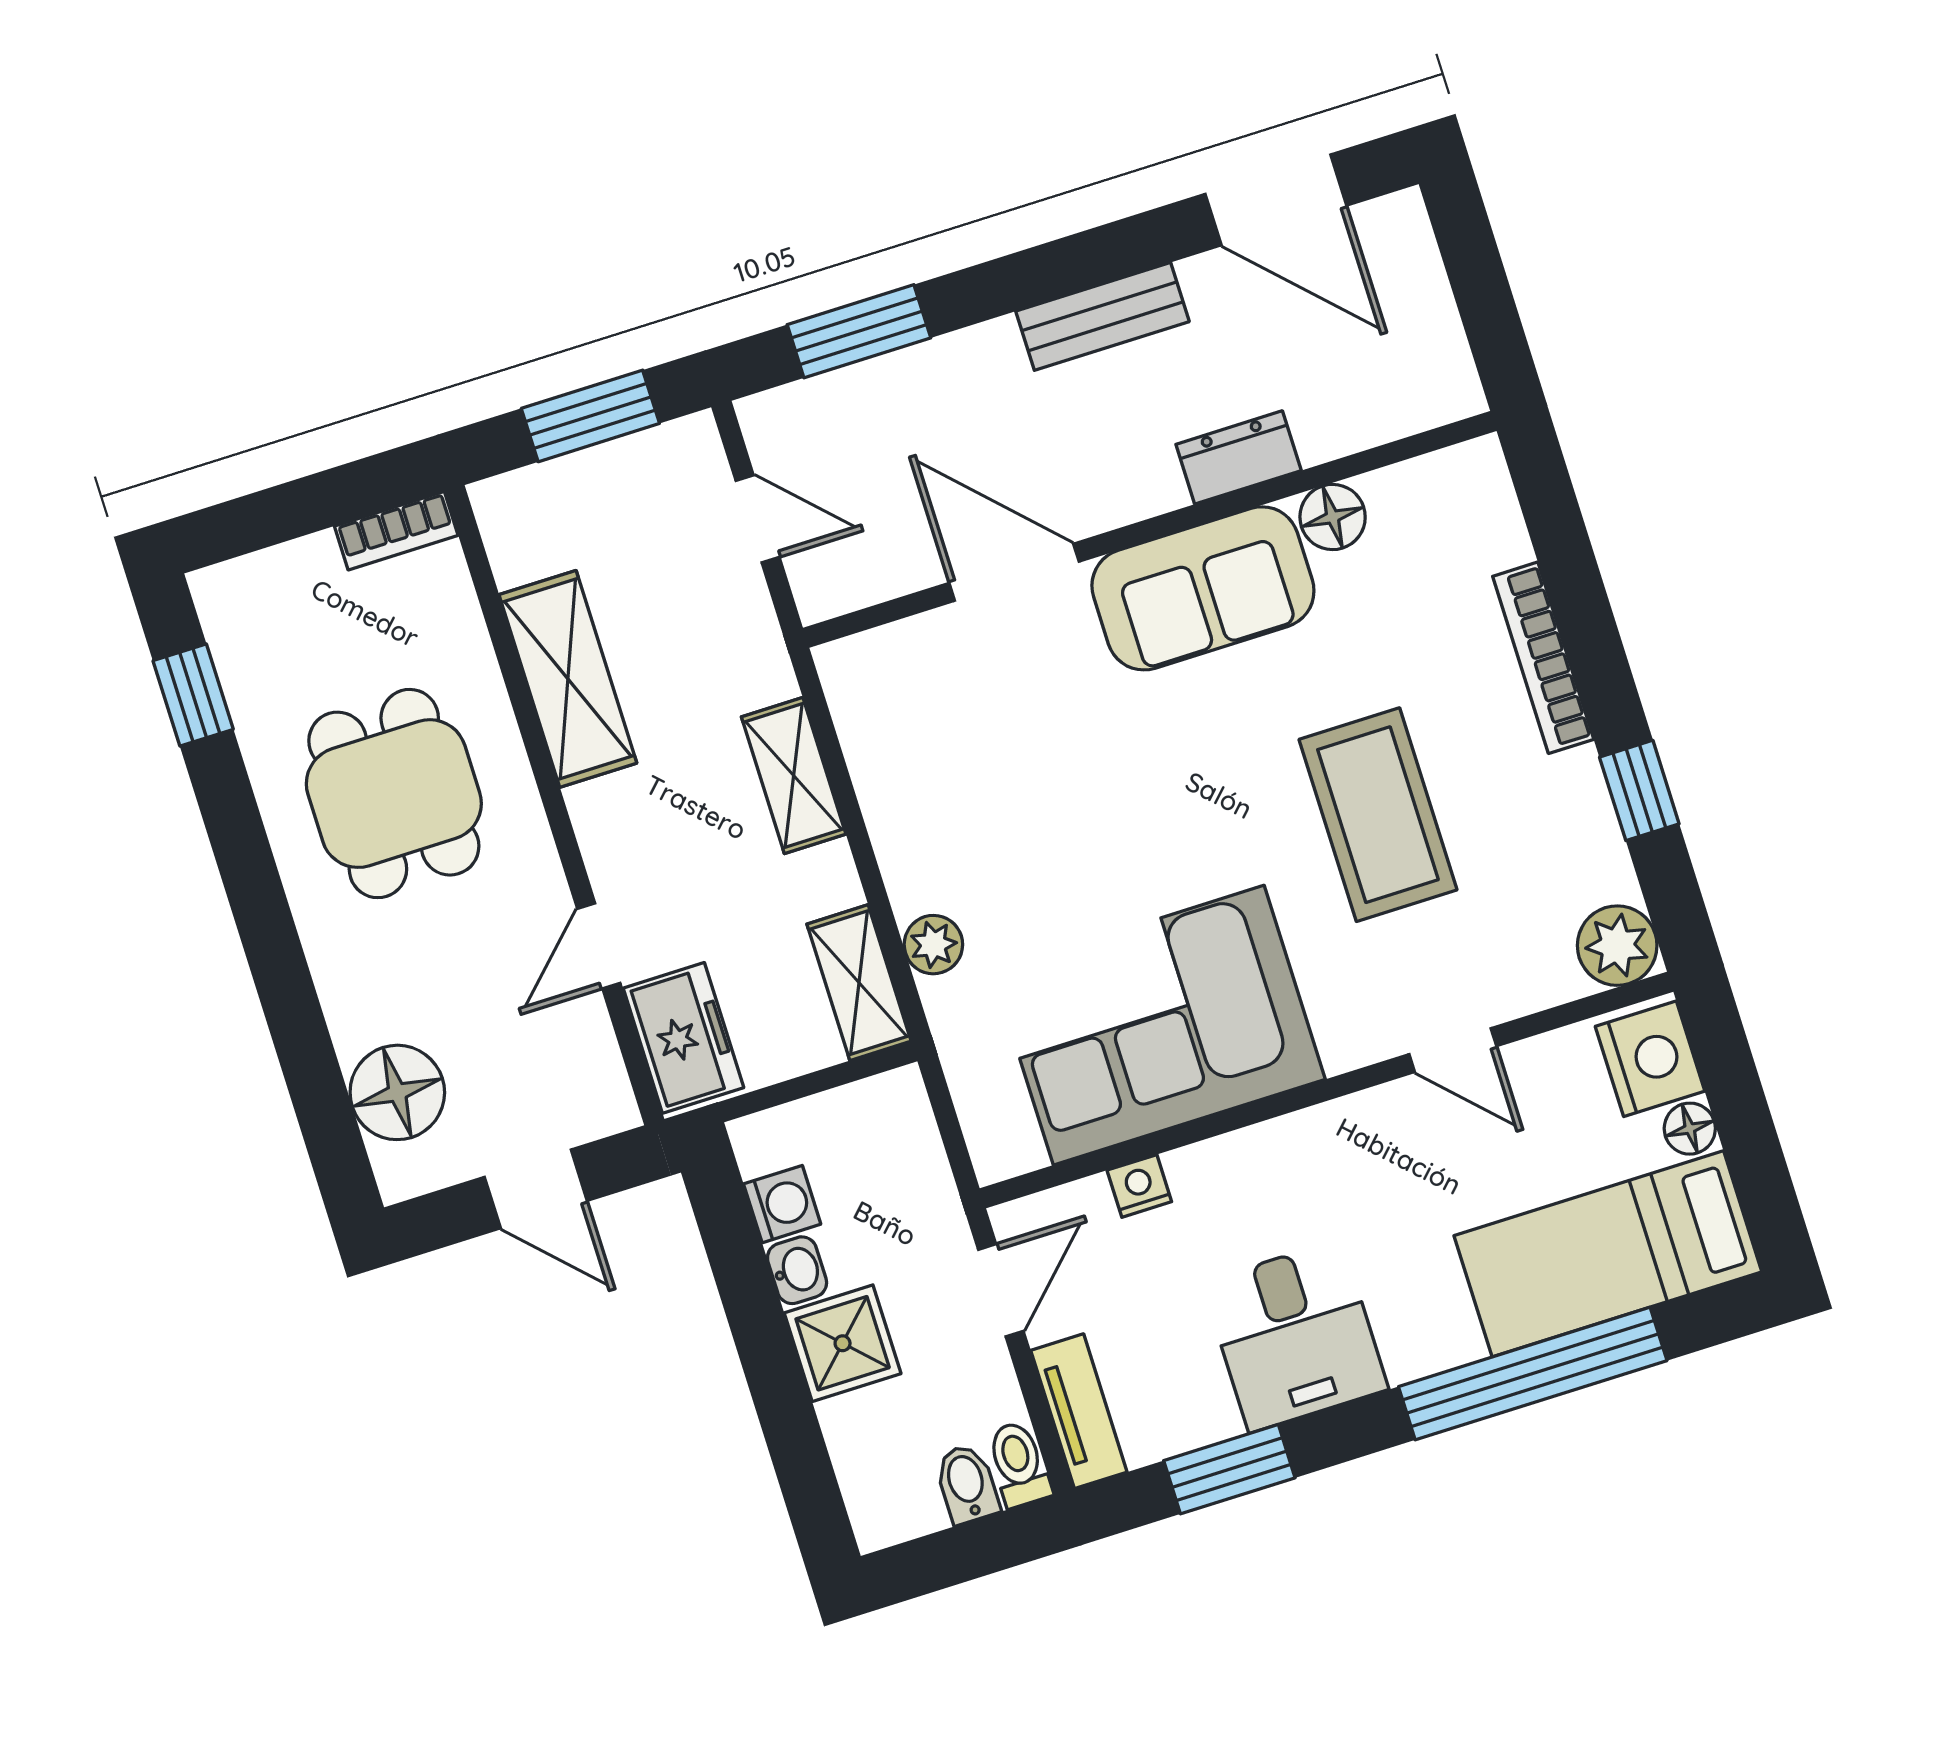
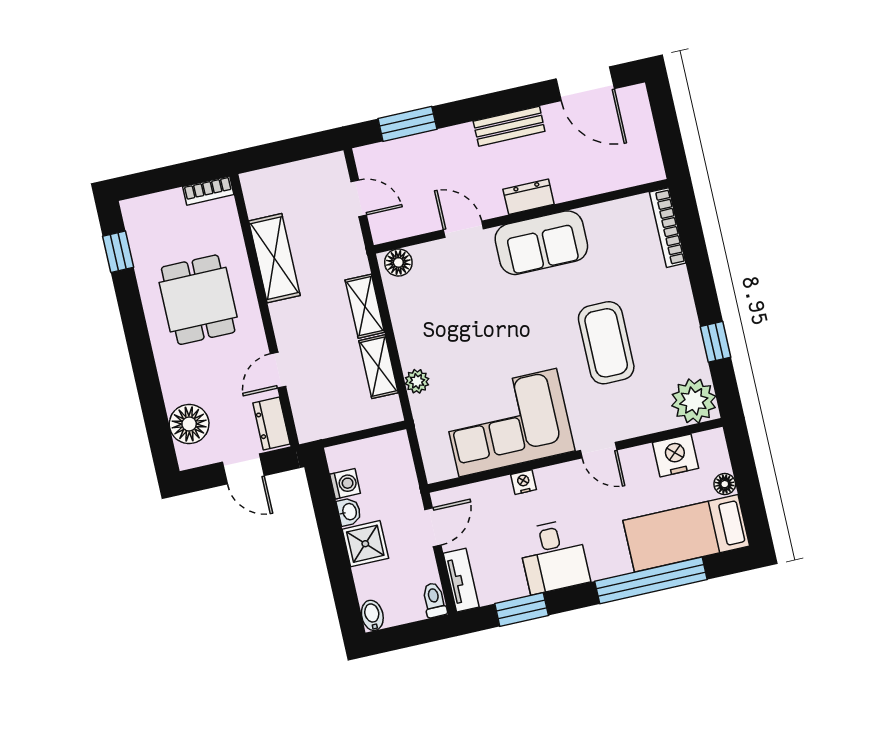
window: (590, 416) -> (293, 150), removed
dresser: (1239, 457) -> (529, 197), moved
floor lamp: (1333, 517) -> (398, 262), moved
door: (1014, 572) -> (463, 229), width x0.73
bookcase: (1543, 658) -> (668, 228), moved
plant: (1617, 946) -> (694, 401), width x1.36, depth x1.36
shelving: (859, 983) -> (378, 367), moved
freezer: (683, 1038) -> (310, 411), removed
door: (1453, 1050) -> (599, 450), moved
nightstand: (1650, 1059) -> (675, 455), moved, turned -90
dresser: (594, 1075) -> (271, 423), added
nightstand: (1139, 1186) -> (524, 482), moved
bidet: (967, 1484) -> (372, 615), moved

